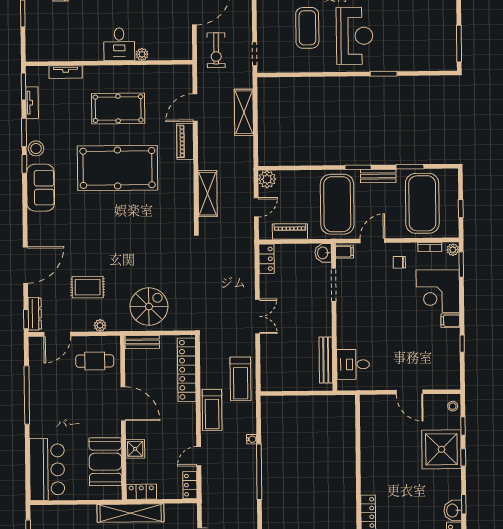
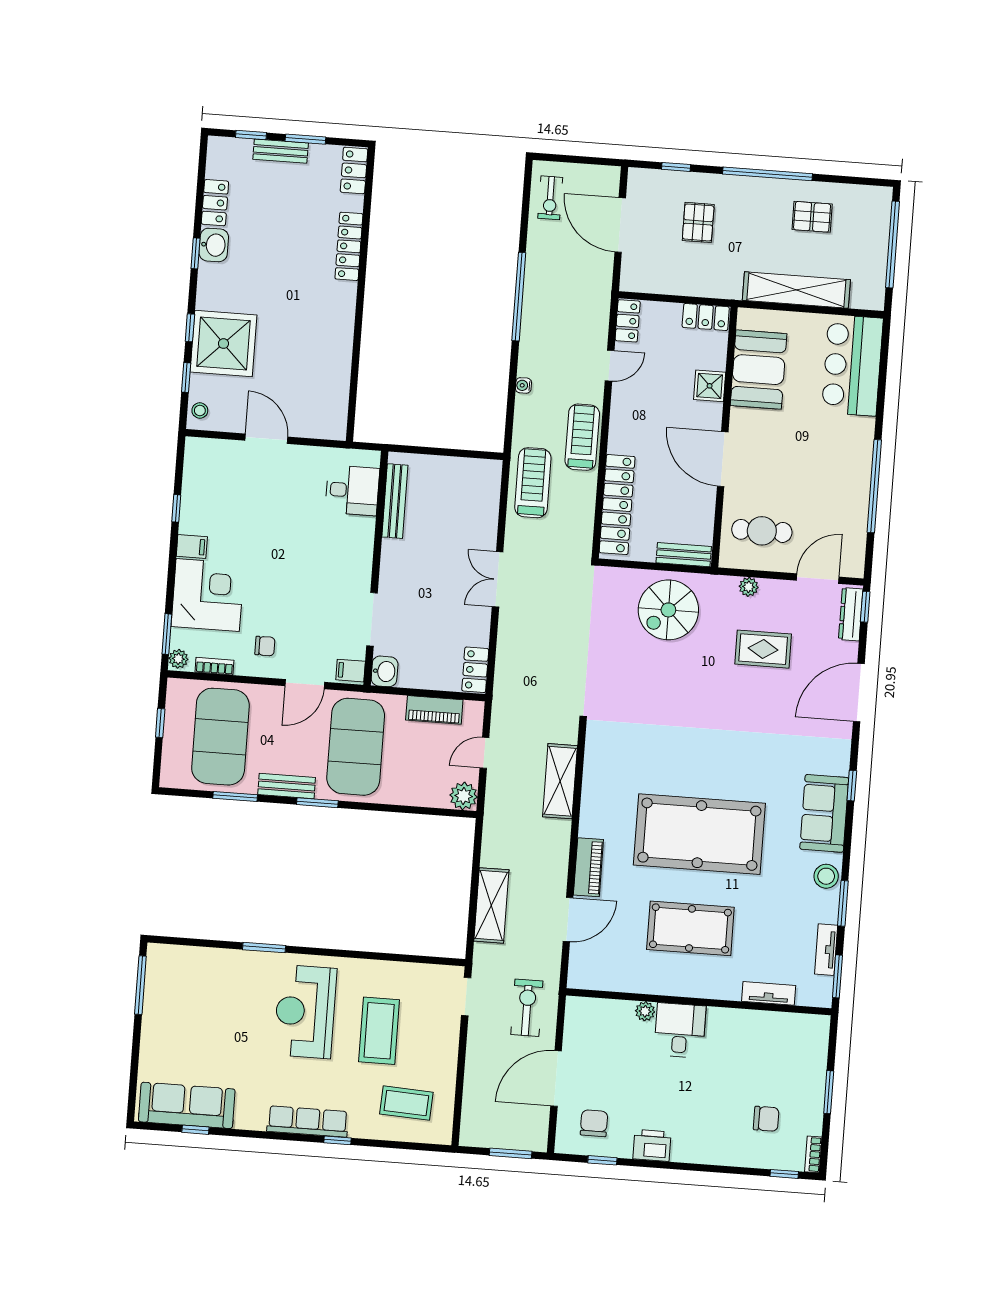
window: (24, 164) -> (852, 786), moved
window: (259, 472) -> (519, 297), moved
shelving: (131, 513) -> (796, 290), moved

